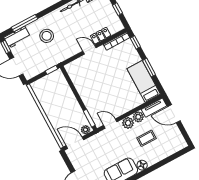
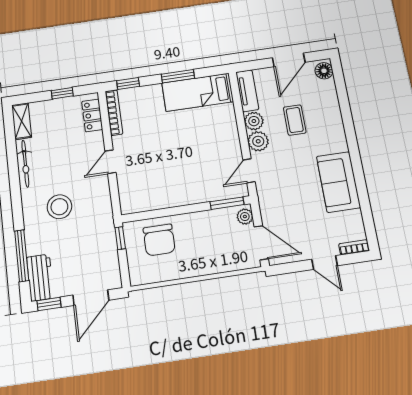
stool: (47, 36) -> (59, 207), moved
locker: (101, 36) -> (92, 115), moved
chair: (58, 90) -> (159, 240), added
door: (174, 114) -> (289, 60), moved
door: (75, 143) -> (261, 243), swing flipped
floor lamp: (142, 165) -> (324, 71), moved

